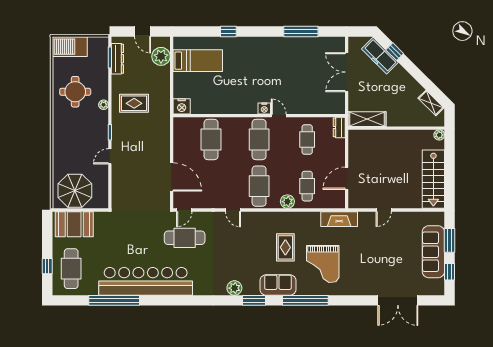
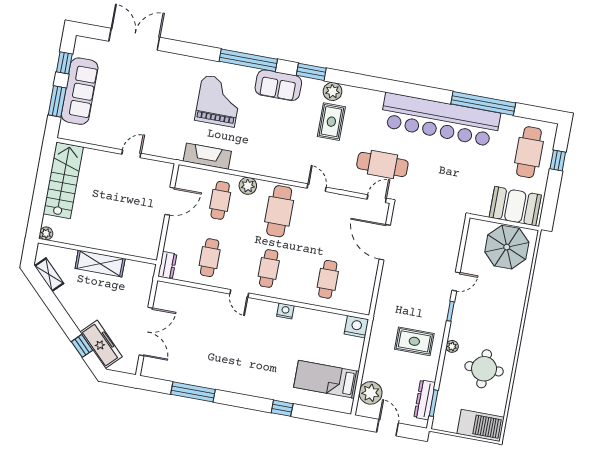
nightstand: (264, 109) -> (285, 311), moved
shelving: (367, 119) -> (100, 263), moved
cafe table: (211, 140) -> (328, 279), width x0.73, depth x0.74
cafe table: (259, 140) -> (269, 268), width x0.73, depth x0.74
fireplace: (339, 219) -> (207, 156), moved
rug: (285, 247) -> (331, 122), moved

